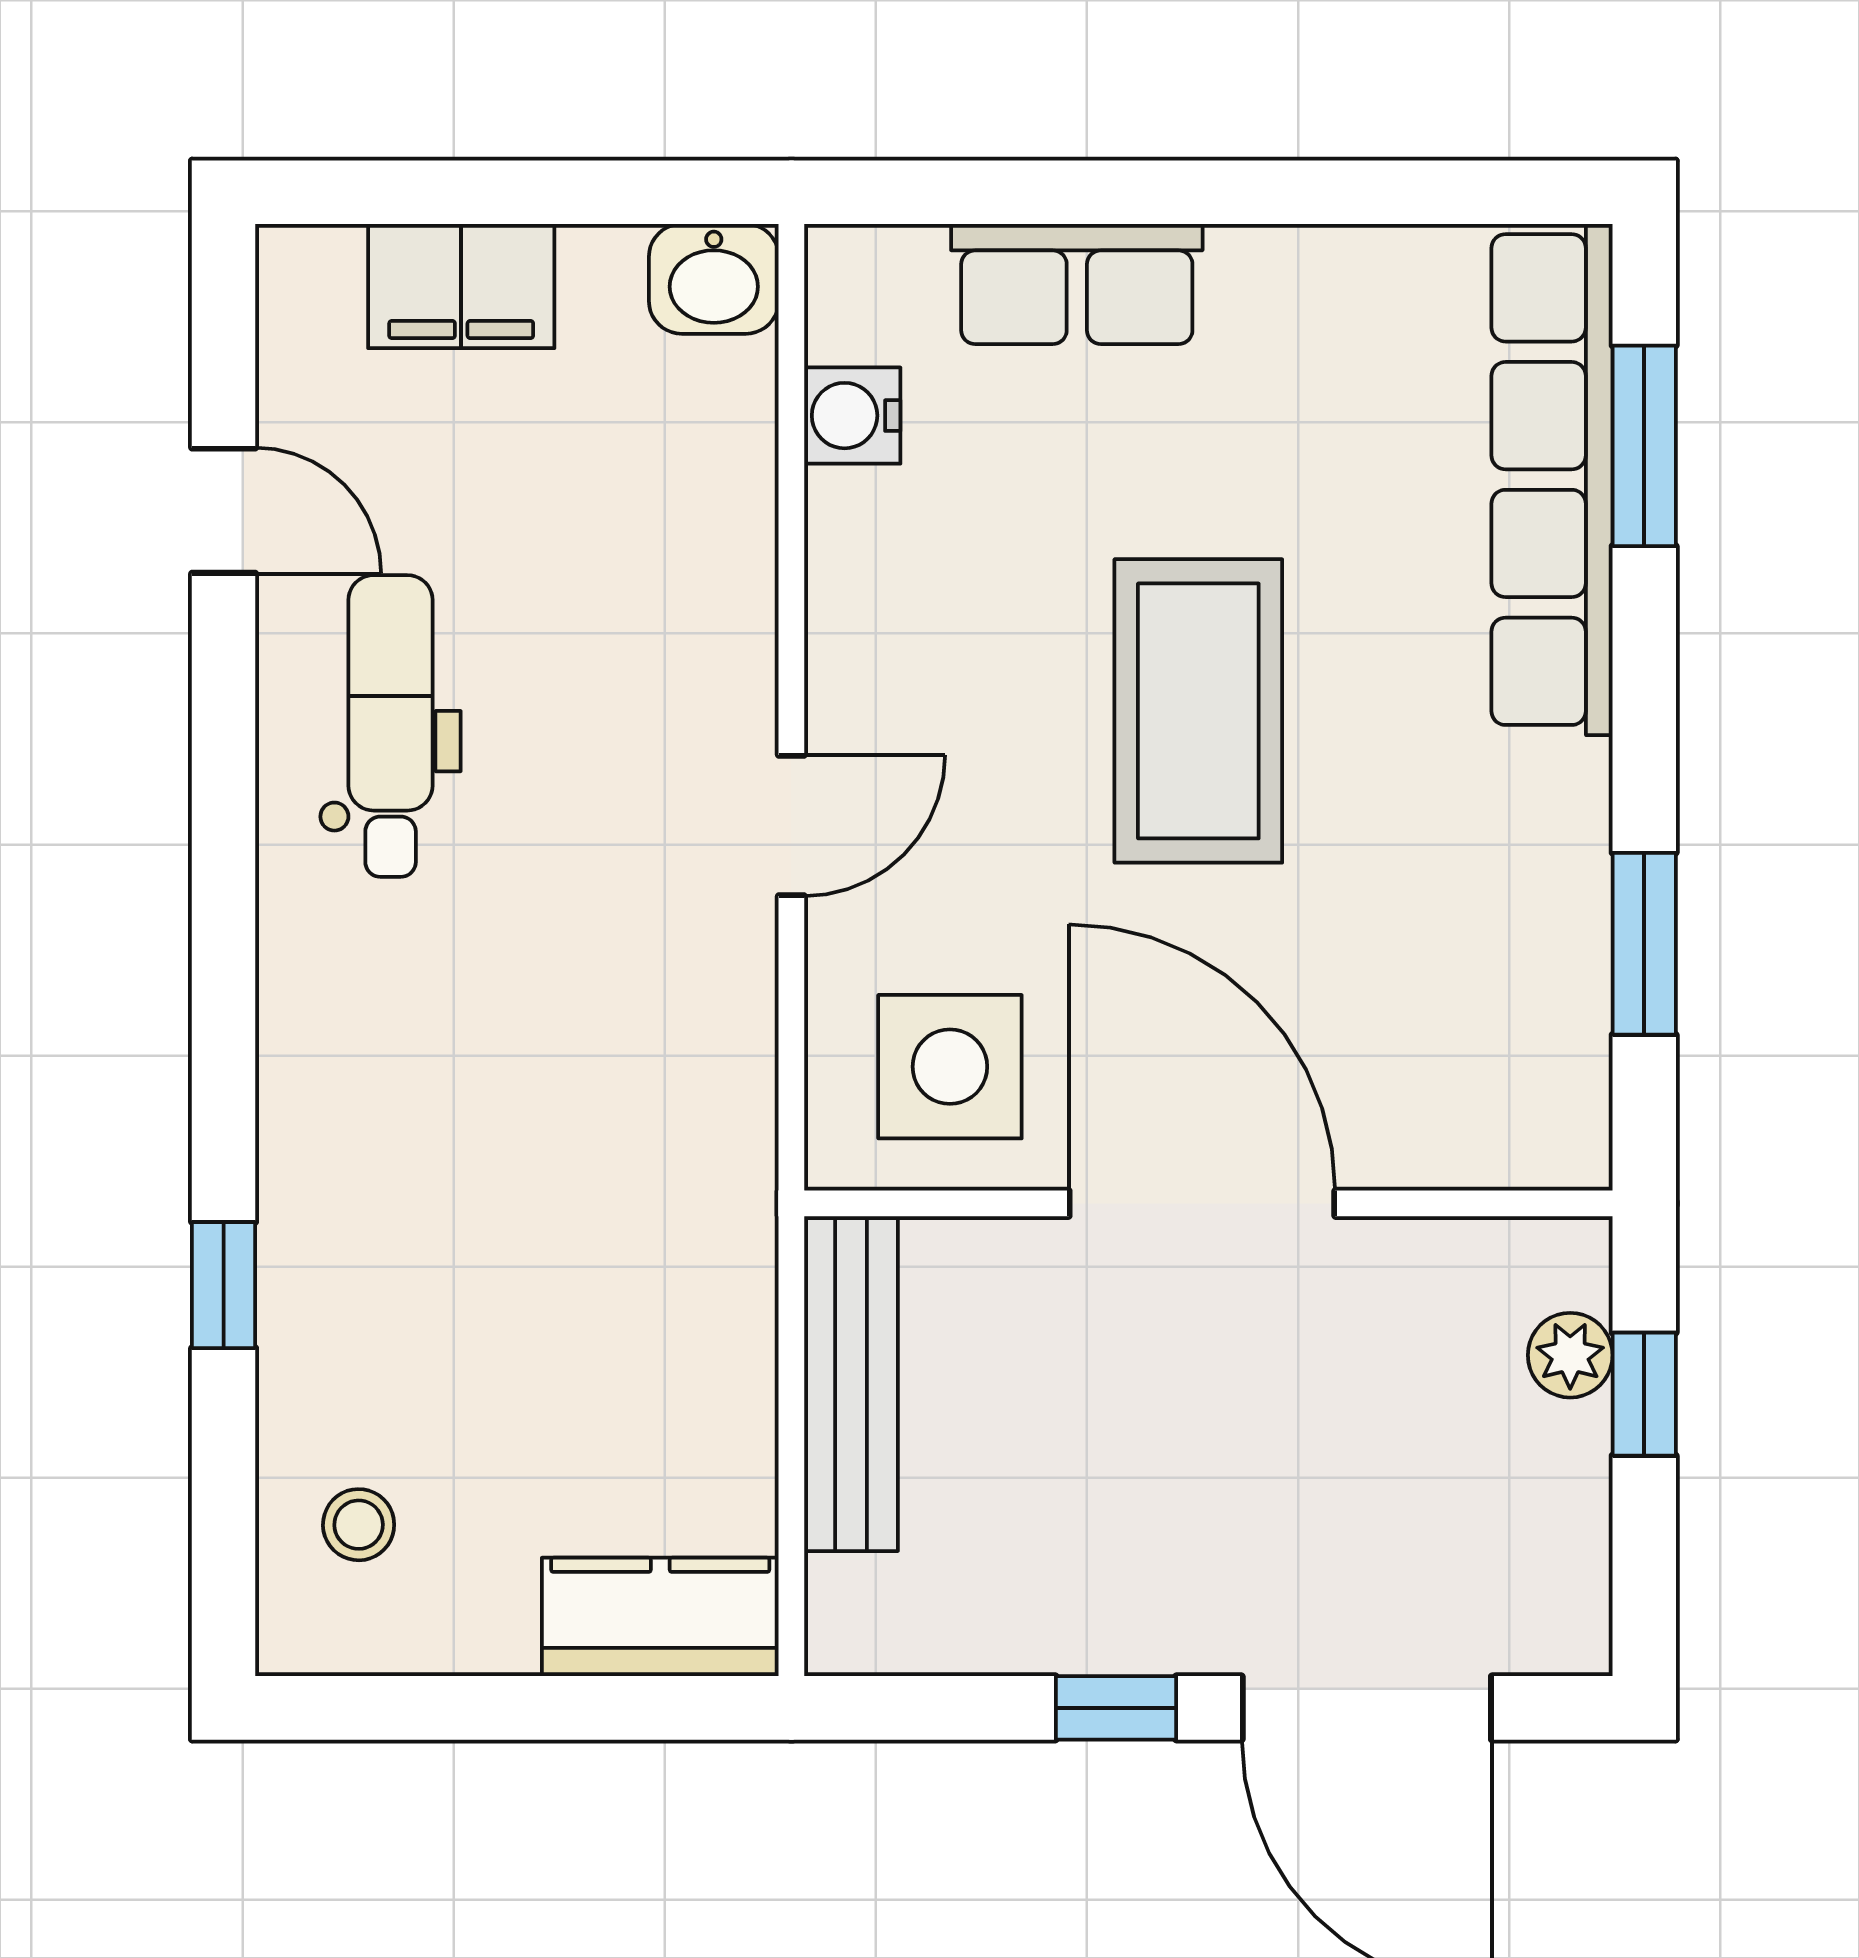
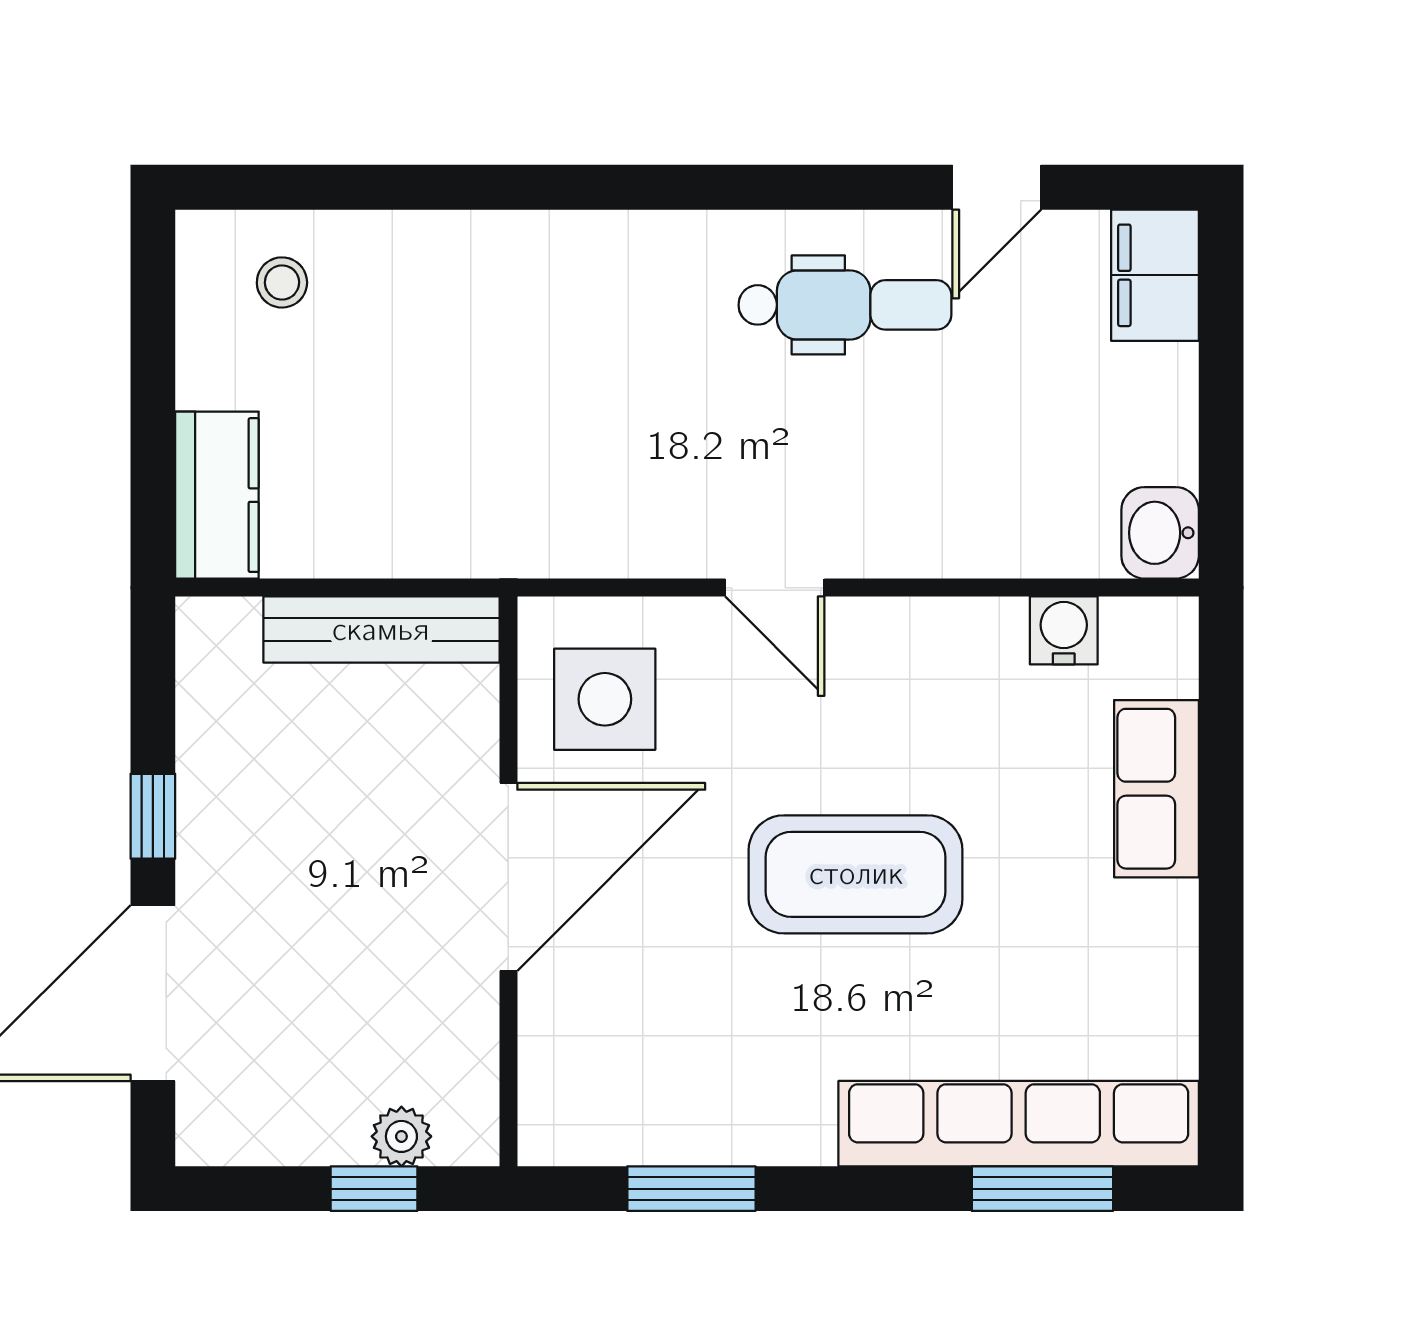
filing cabinet: (461, 286) -> (1155, 275), moved
window: (224, 1285) -> (451, 187), removed

